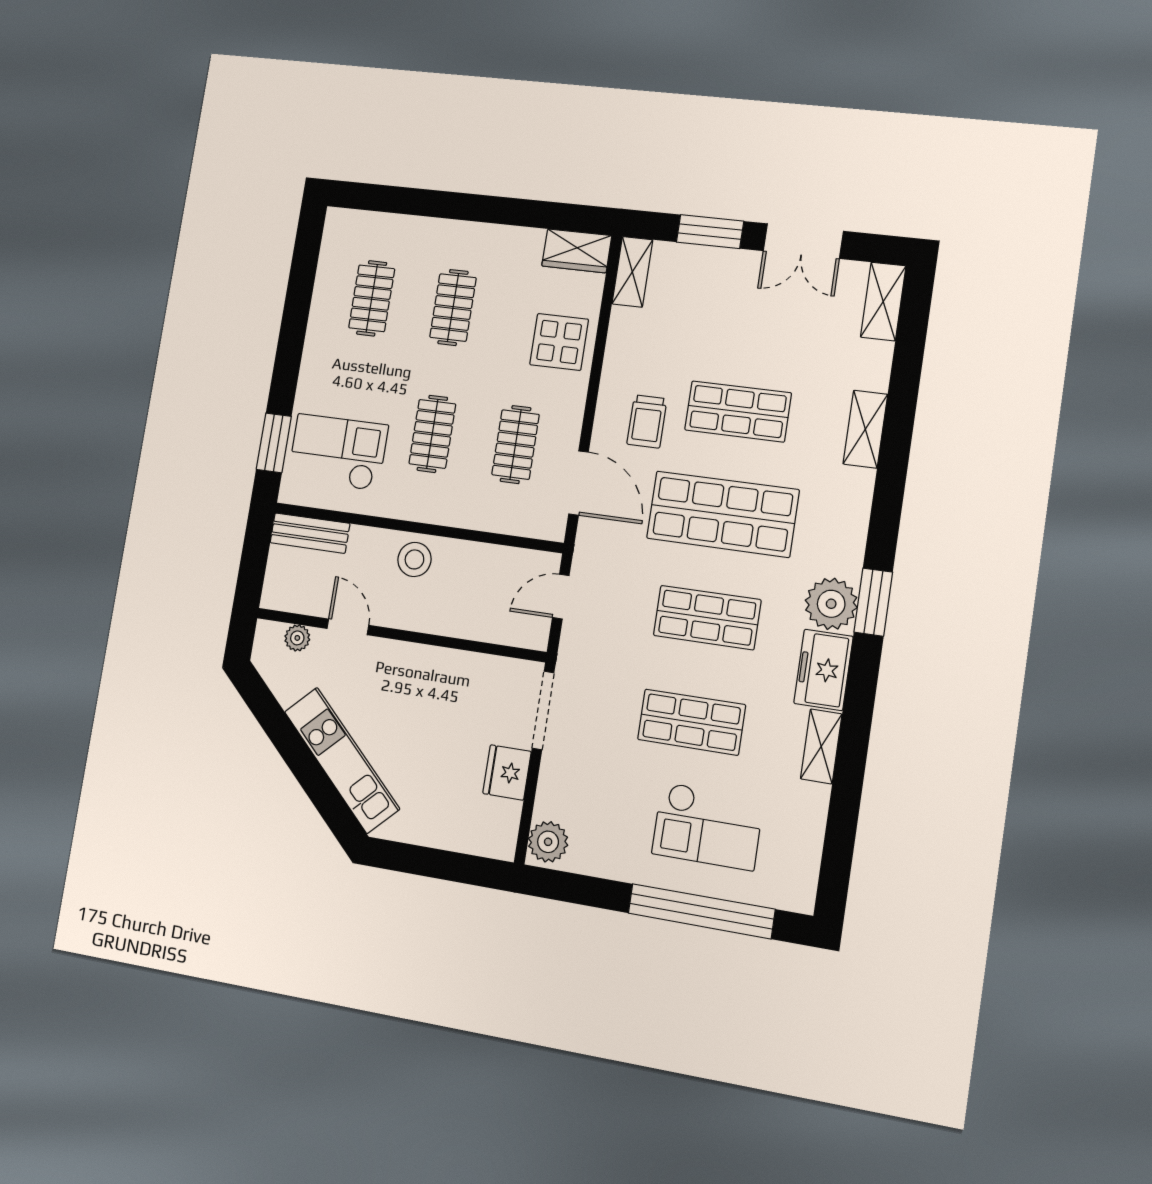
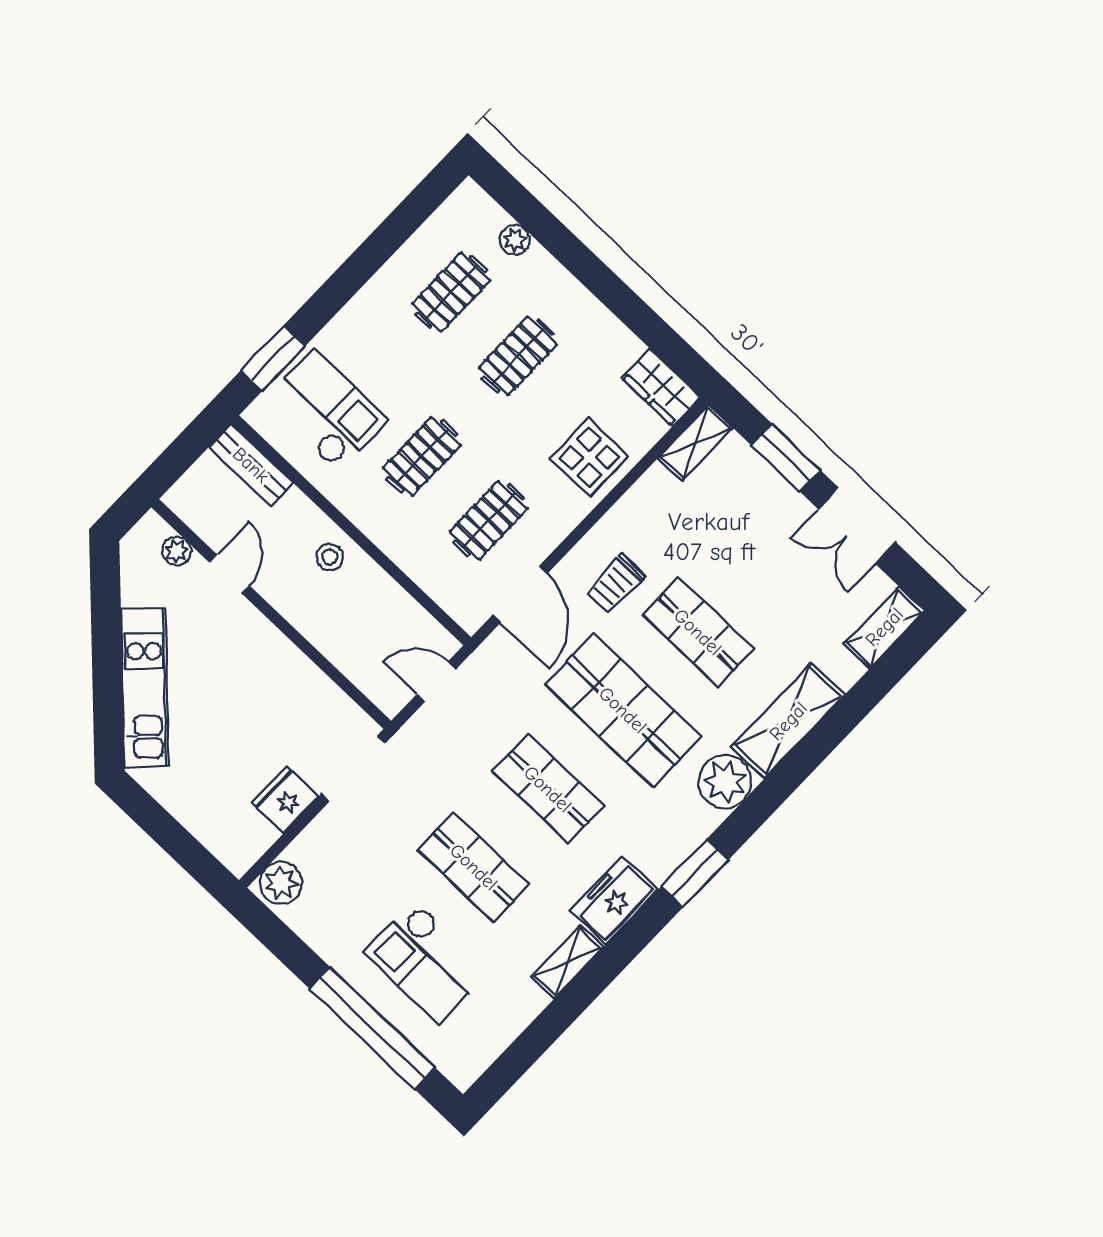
plant: (392, 226) -> (515, 240), added
shelving: (865, 429) -> (788, 721), width x1.50, depth x1.33
stool: (414, 559) -> (330, 557), width x0.73, depth x0.73
plant: (831, 604) -> (725, 782), moved

